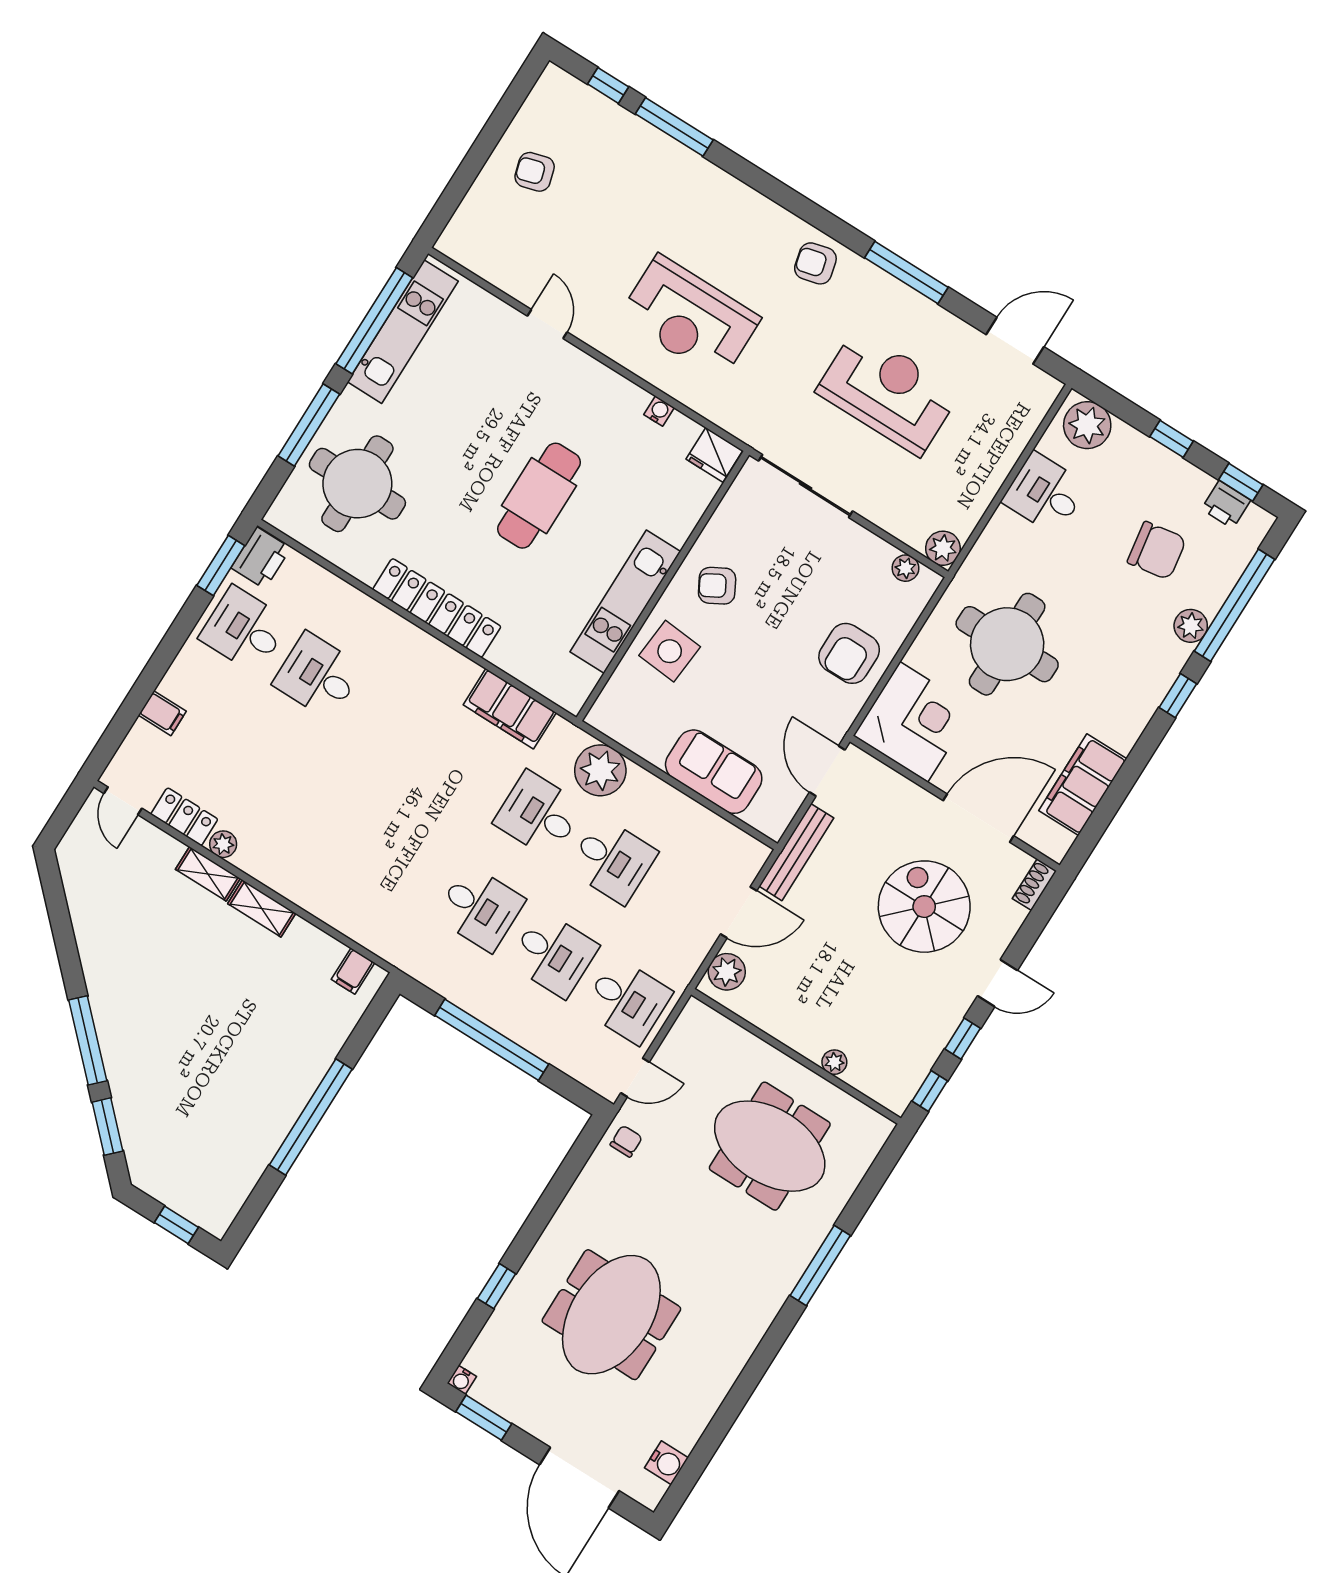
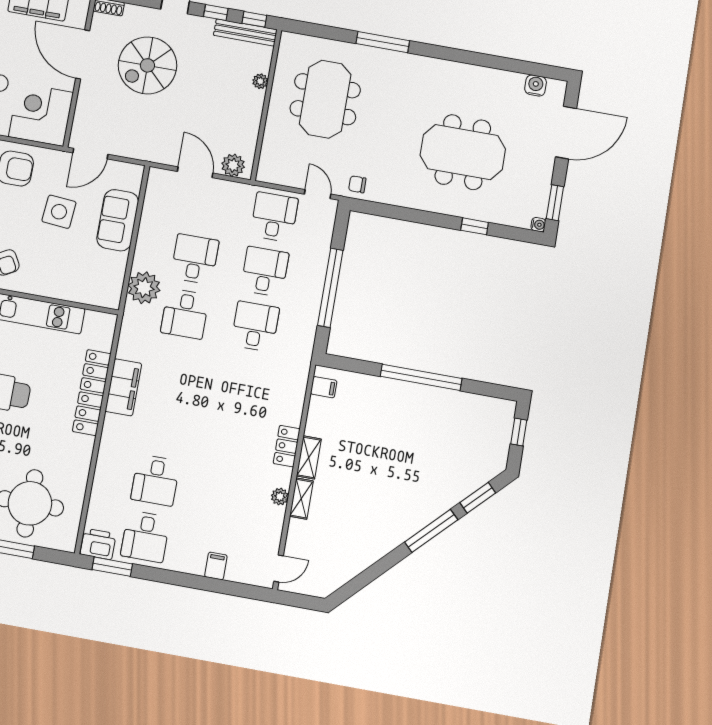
locker: (437, 608) -> (92, 392), moved
side table: (670, 651) -> (59, 212), moved
filing cabinet: (510, 709) -> (123, 387), moved
locker: (184, 817) -> (287, 446), moved
bench: (796, 852) -> (245, 32), moved

